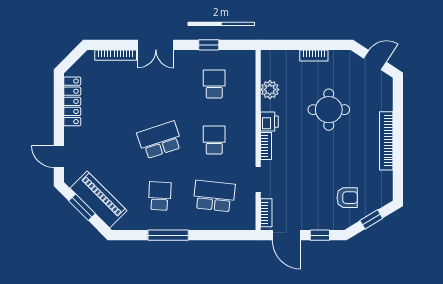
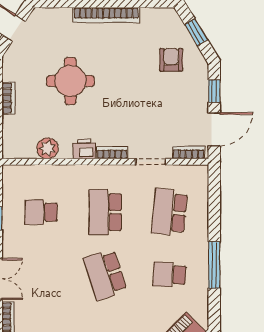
school desk: (214, 140) -> (105, 212), width x1.85

